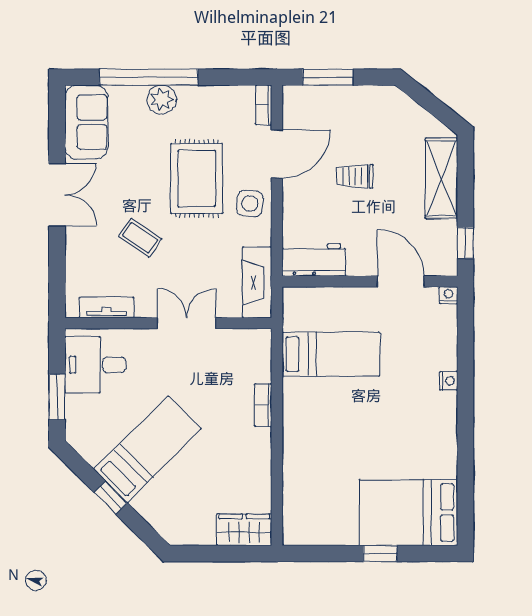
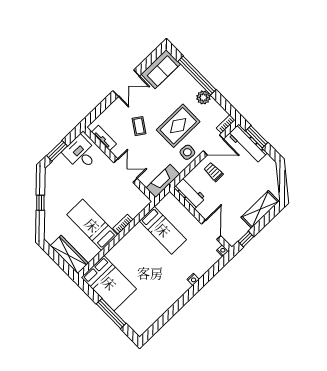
plant: (162, 100) -> (203, 97), moved
workbench: (325, 101) -> (248, 144), added
trolley: (355, 176) -> (214, 172), moved
bed: (148, 449) -> (92, 225), moved, turned -135
bed: (408, 512) -> (109, 283), moved, turned 180
wardrobe: (244, 530) -> (69, 254), width x1.50
window: (380, 554) -> (111, 314), width x2.17

